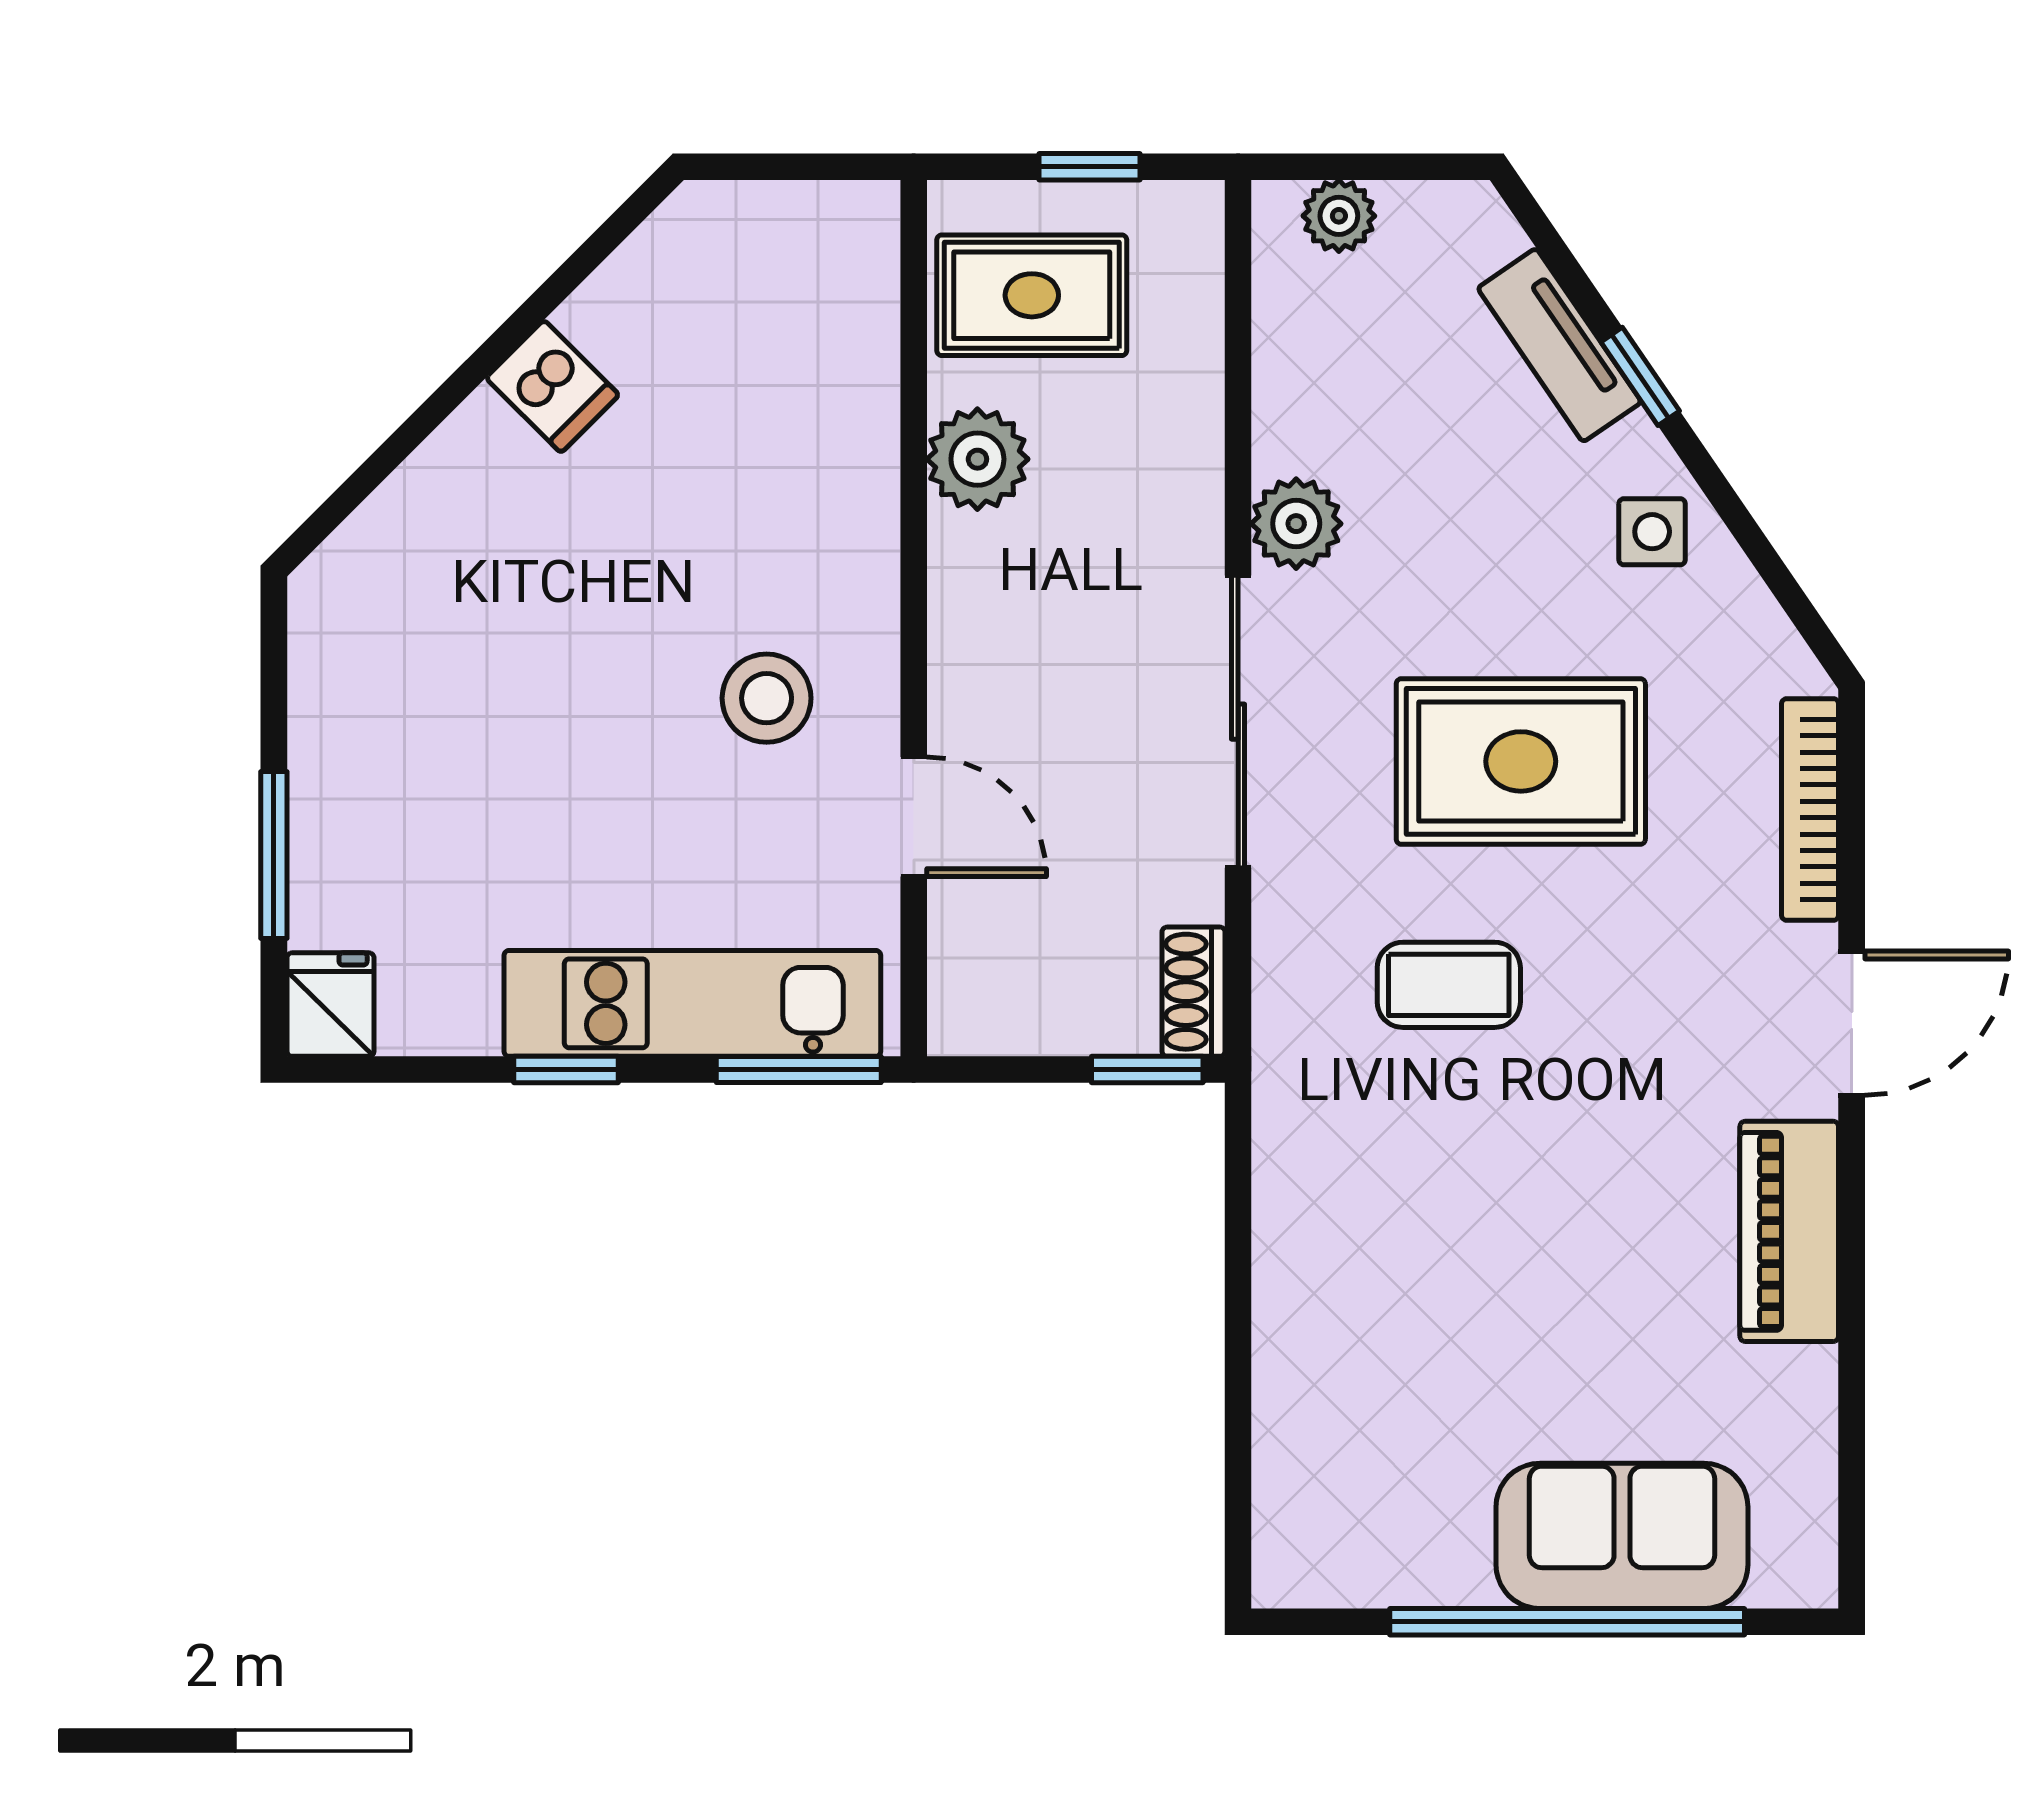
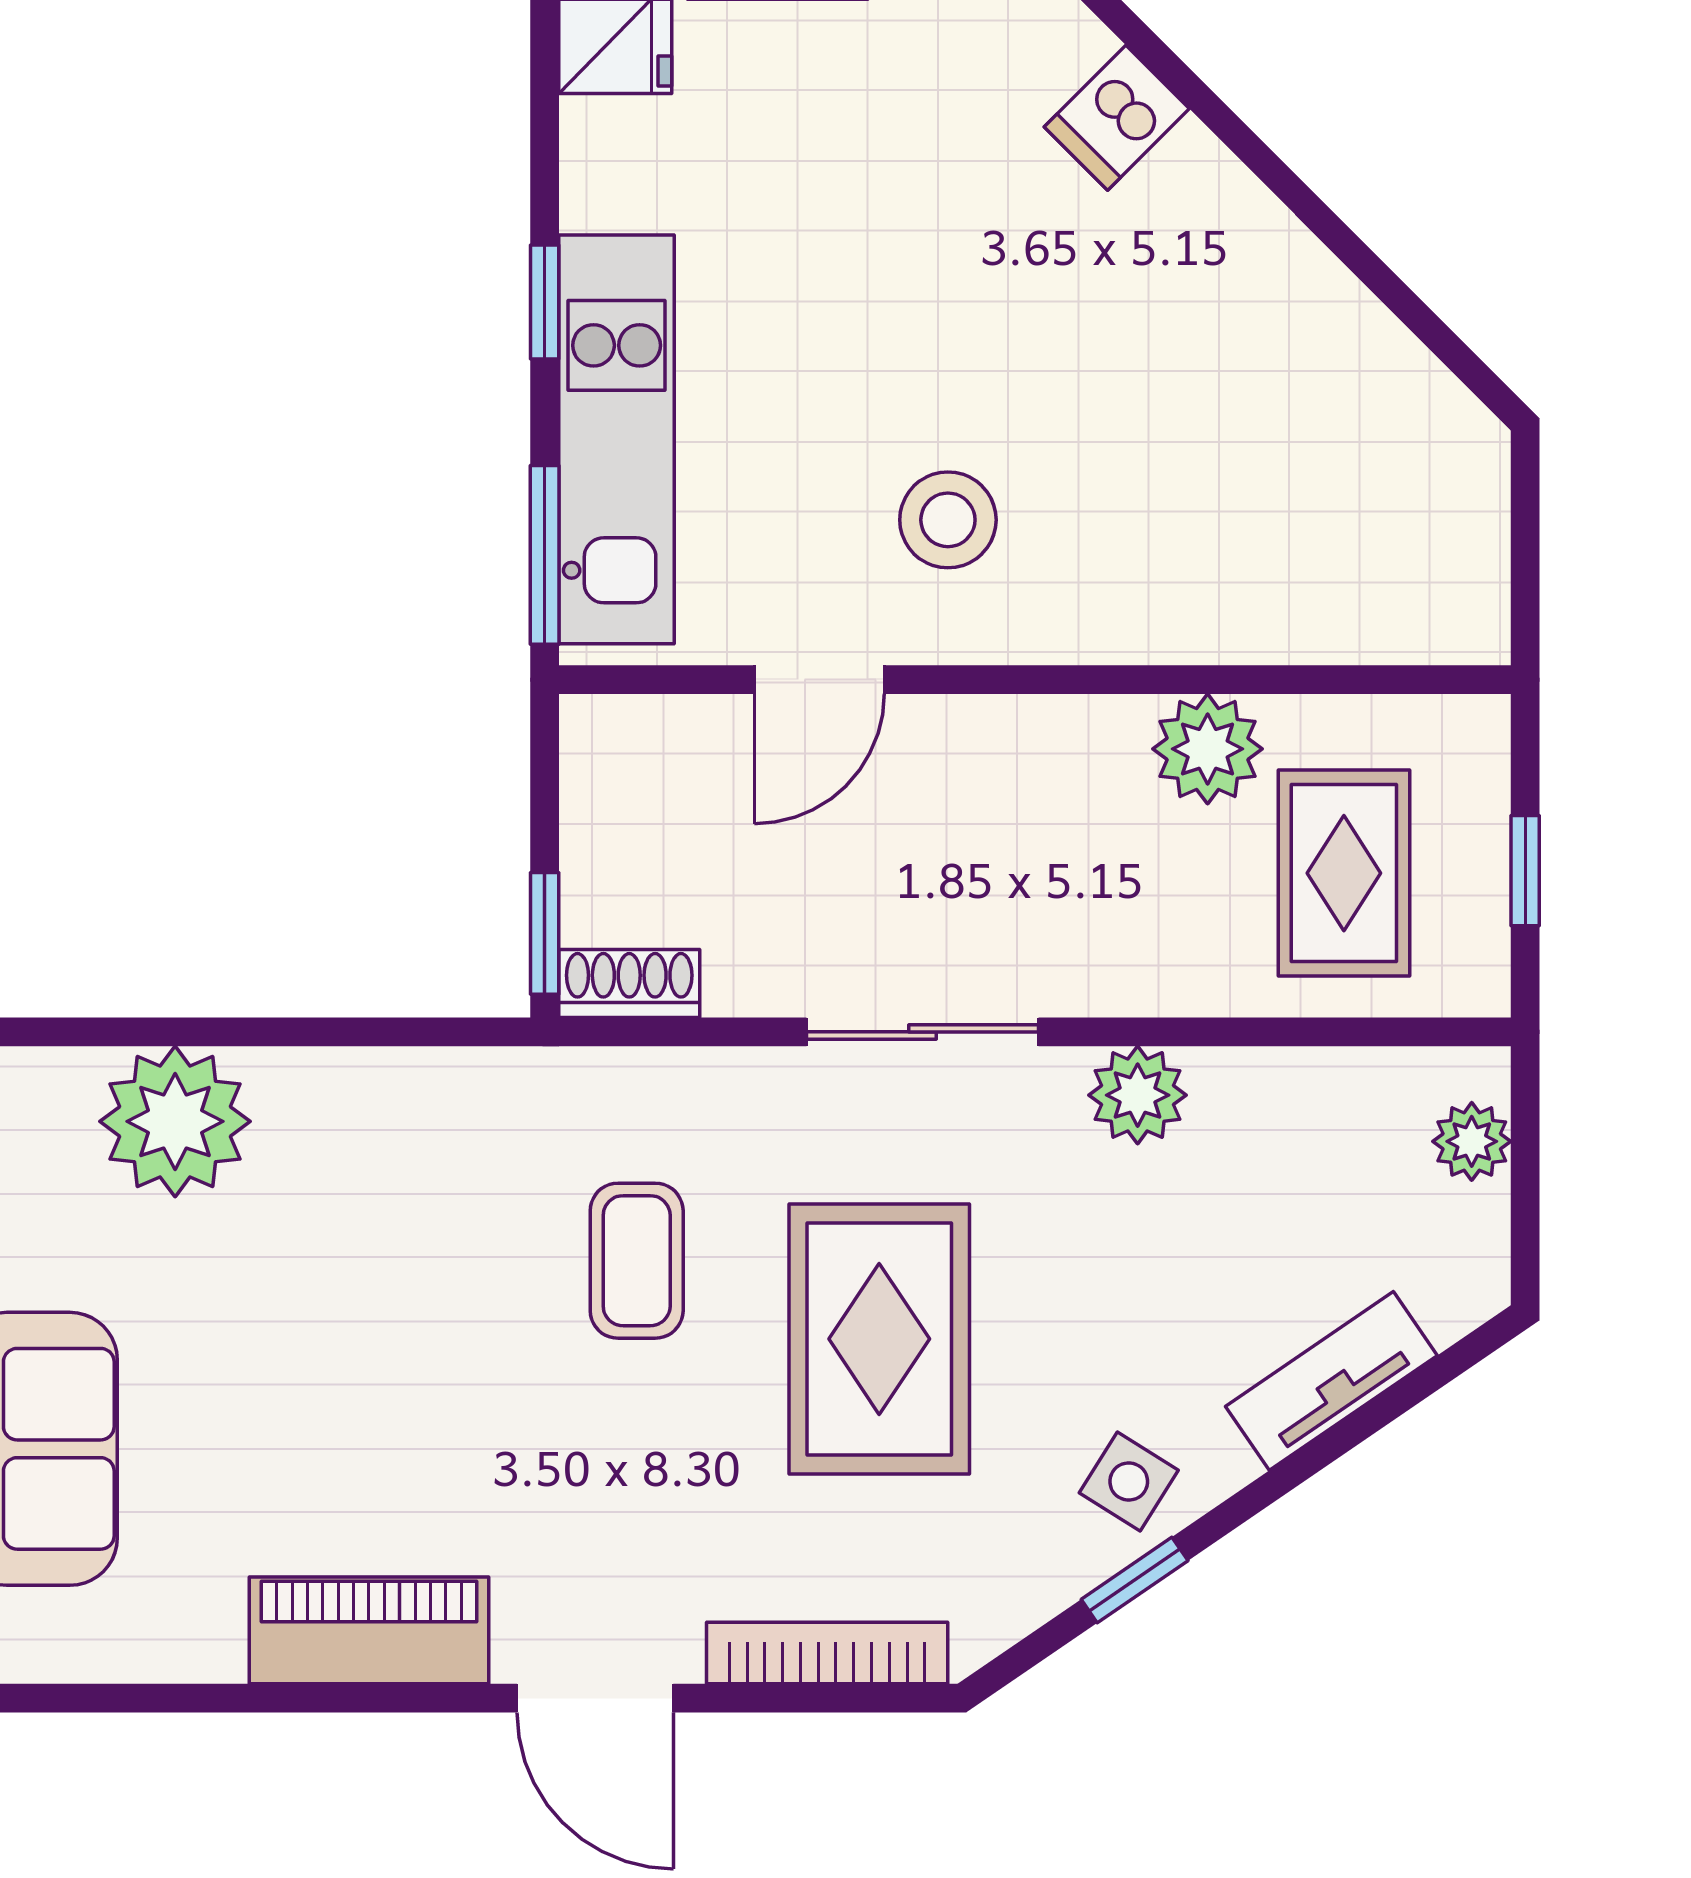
rug: (1032, 295) -> (1344, 873), moved
window: (1640, 376) -> (1135, 1580), moved
dishwasher: (553, 386) -> (1117, 118), moved
side table: (1652, 532) -> (1129, 1482), turned 32
sliding door: (1238, 722) -> (922, 1032), width x0.73
plant: (1321, 1410) -> (175, 1121), added

